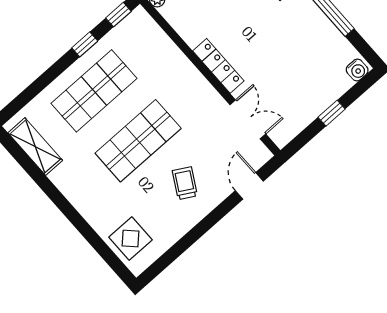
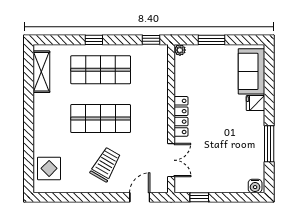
window: (85, 44) -> (94, 40), moved
window: (332, 113) -> (199, 197), moved
trolley: (185, 183) -> (106, 164), width x1.36, depth x1.39

